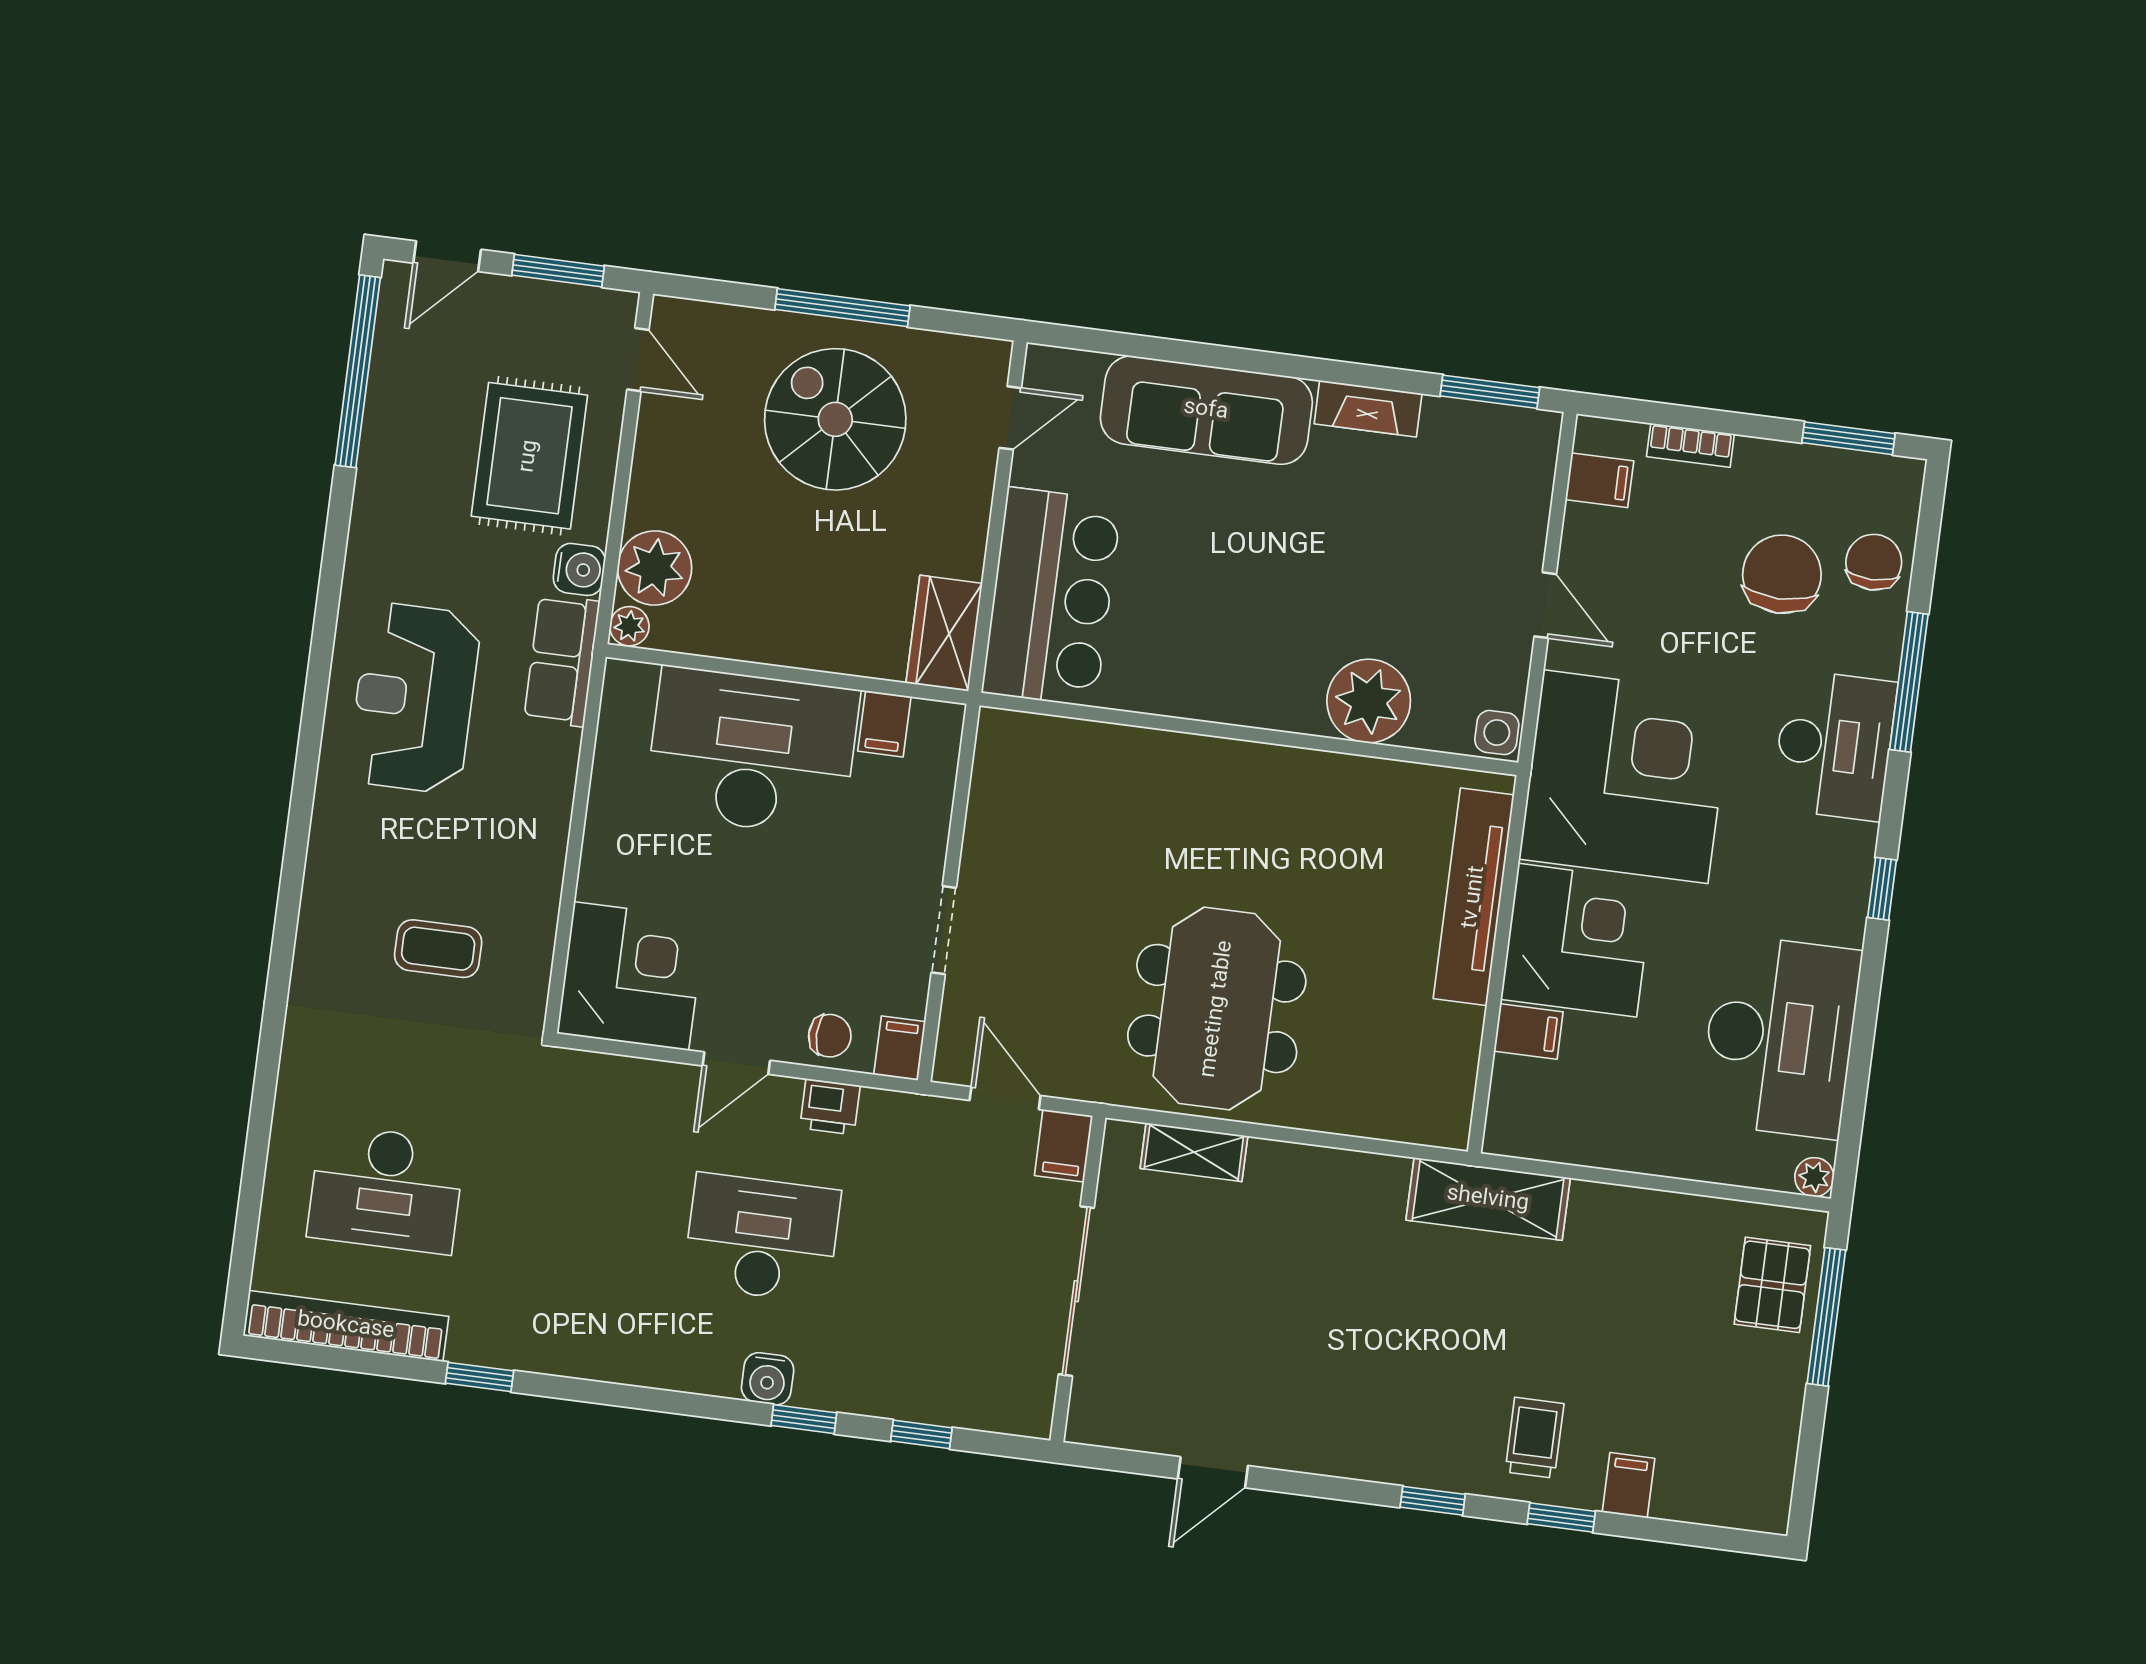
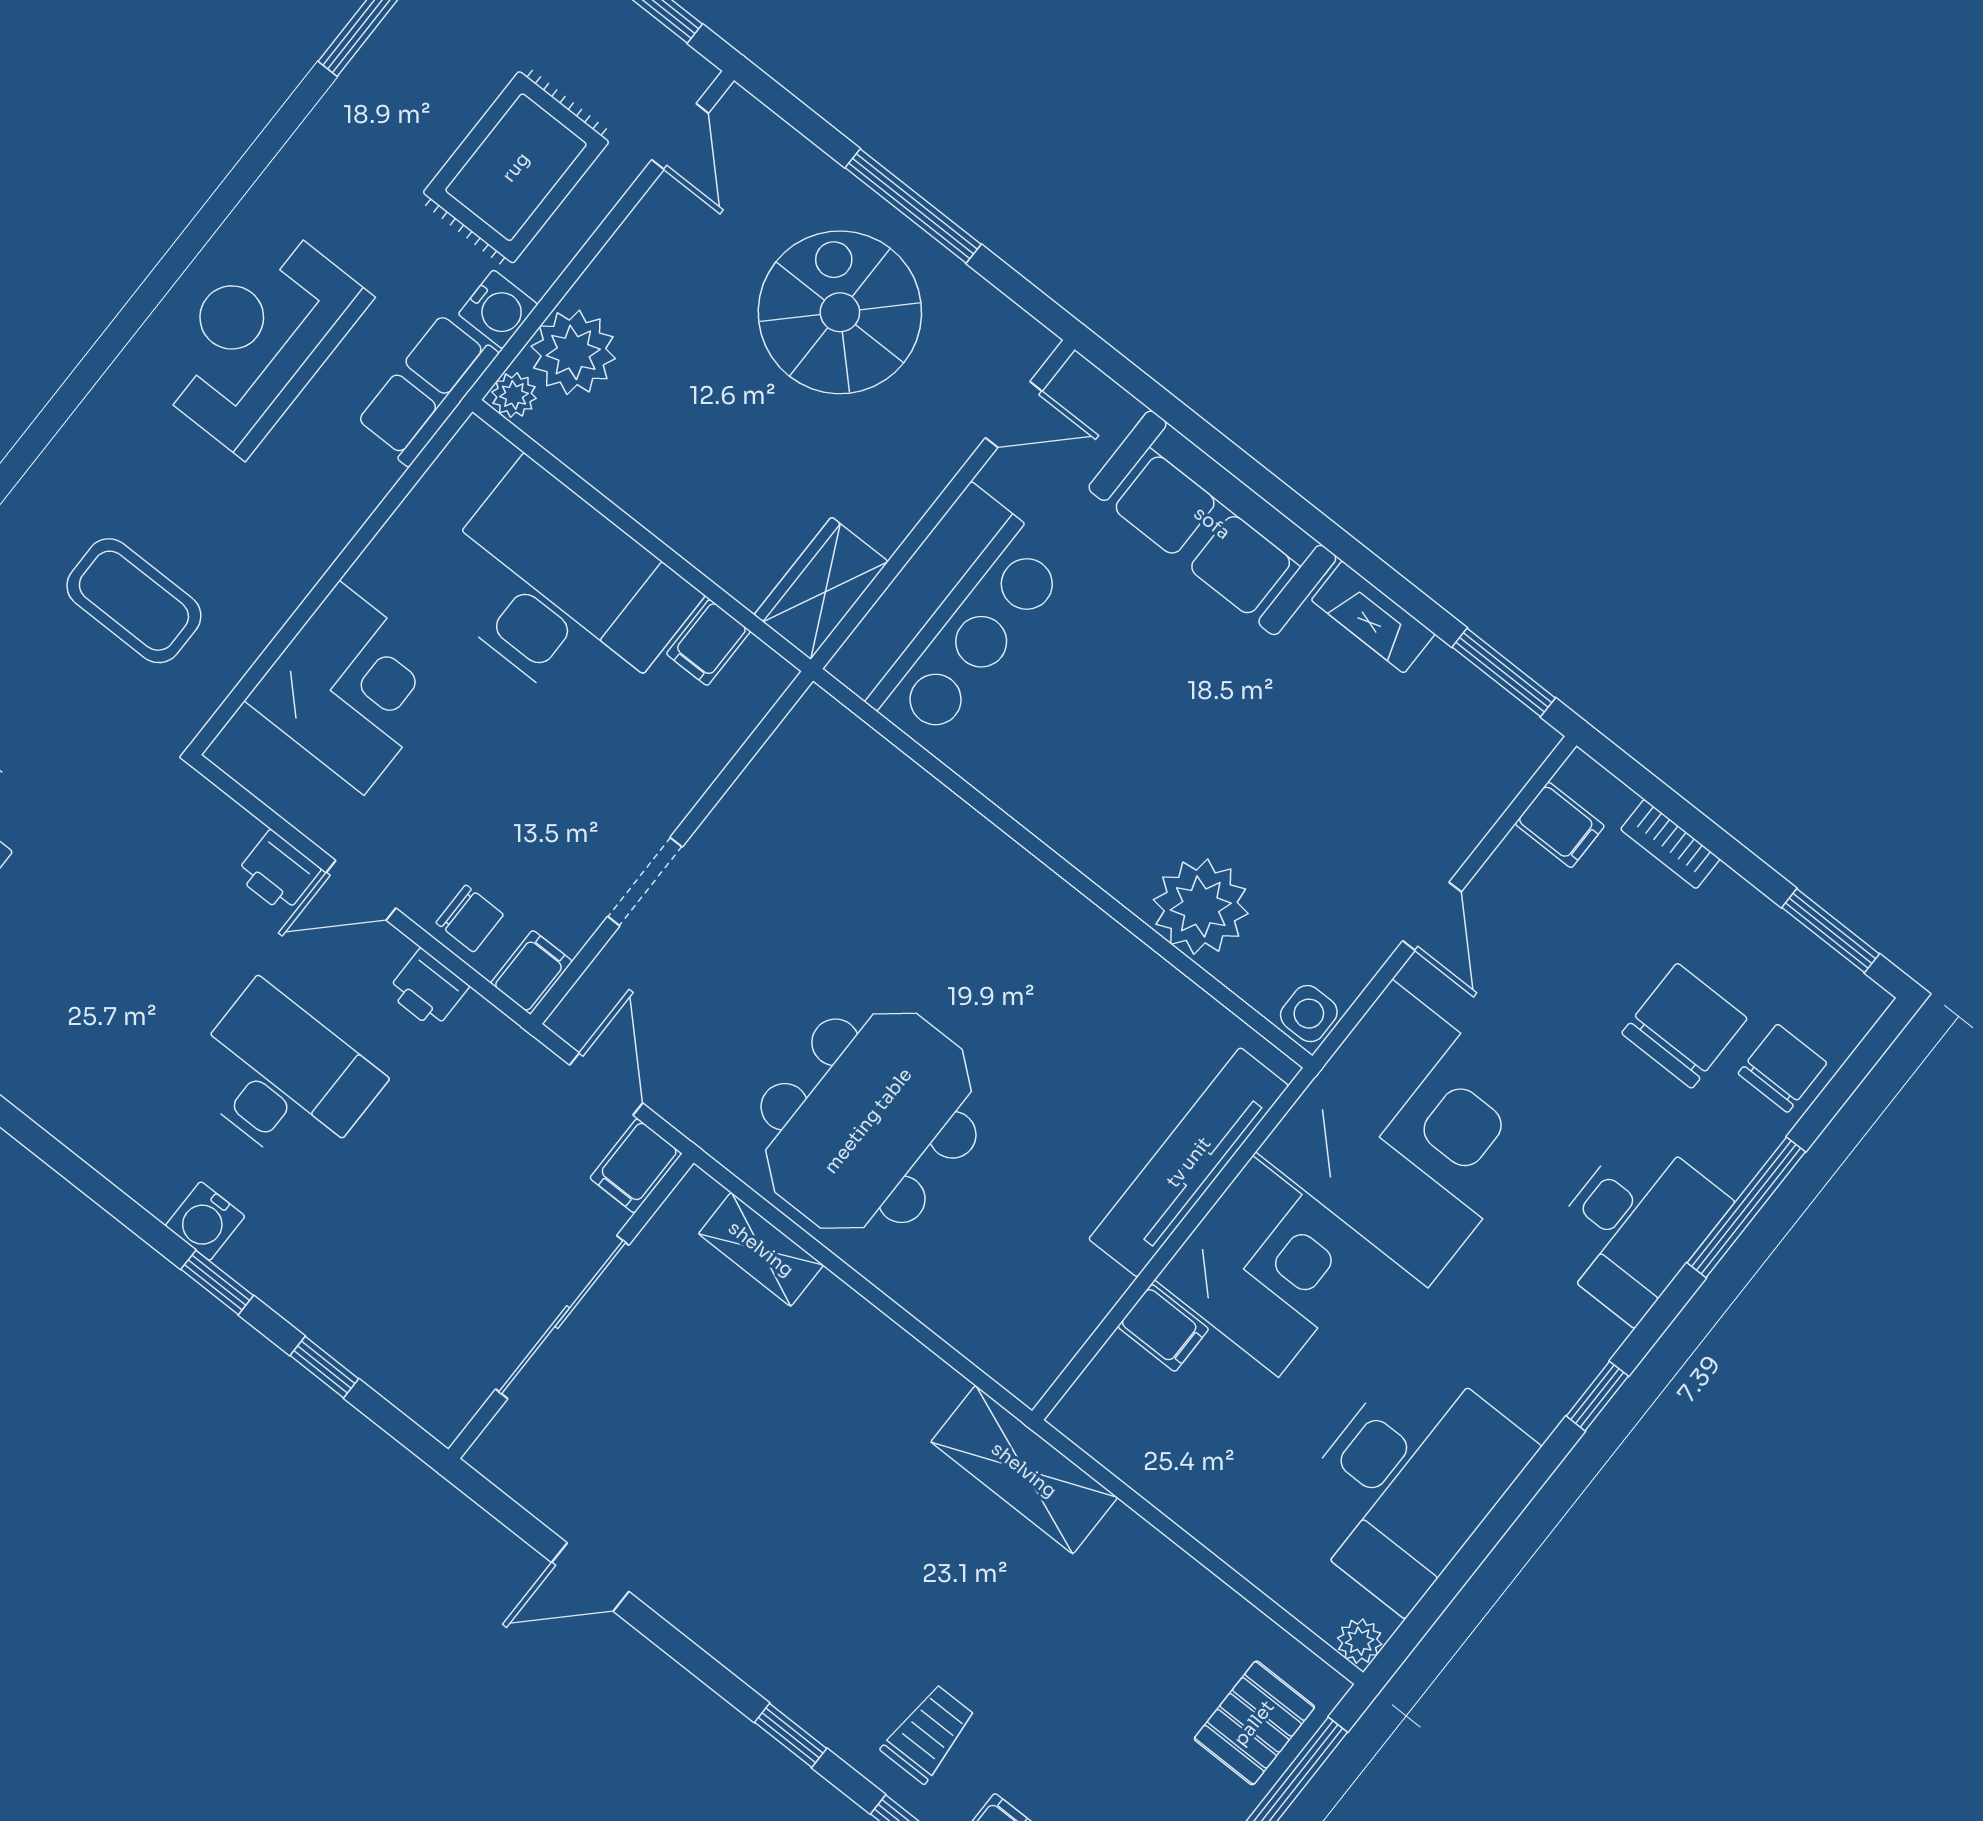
coffee table: (438, 949) -> (134, 601), width x1.36, depth x1.30
corner desk: (631, 976) -> (352, 688), moved
printer: (666, 1087) -> (278, 872), added

